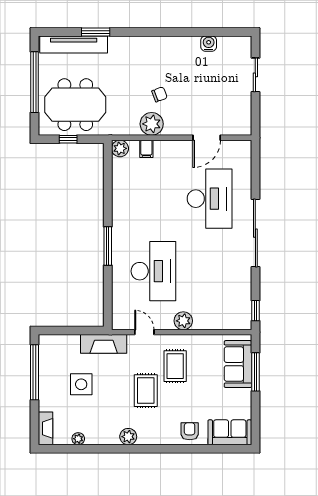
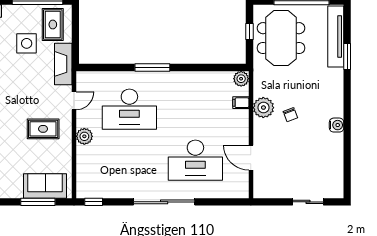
water cooler: (209, 44) -> (337, 125), moved
rug: (146, 391) -> (53, 24), moved, turned 90

